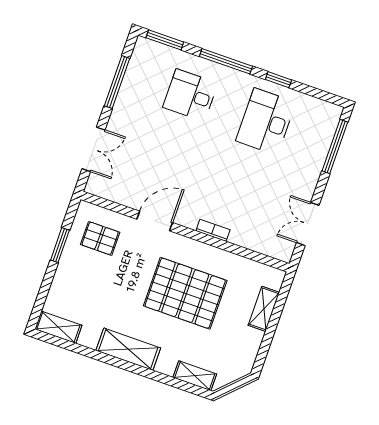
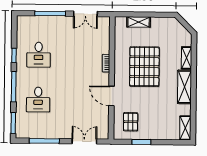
desk: (266, 122) -> (39, 55), width x0.73
window: (335, 147) -> (50, 13), moved
shelving: (195, 376) -> (186, 58), moved

